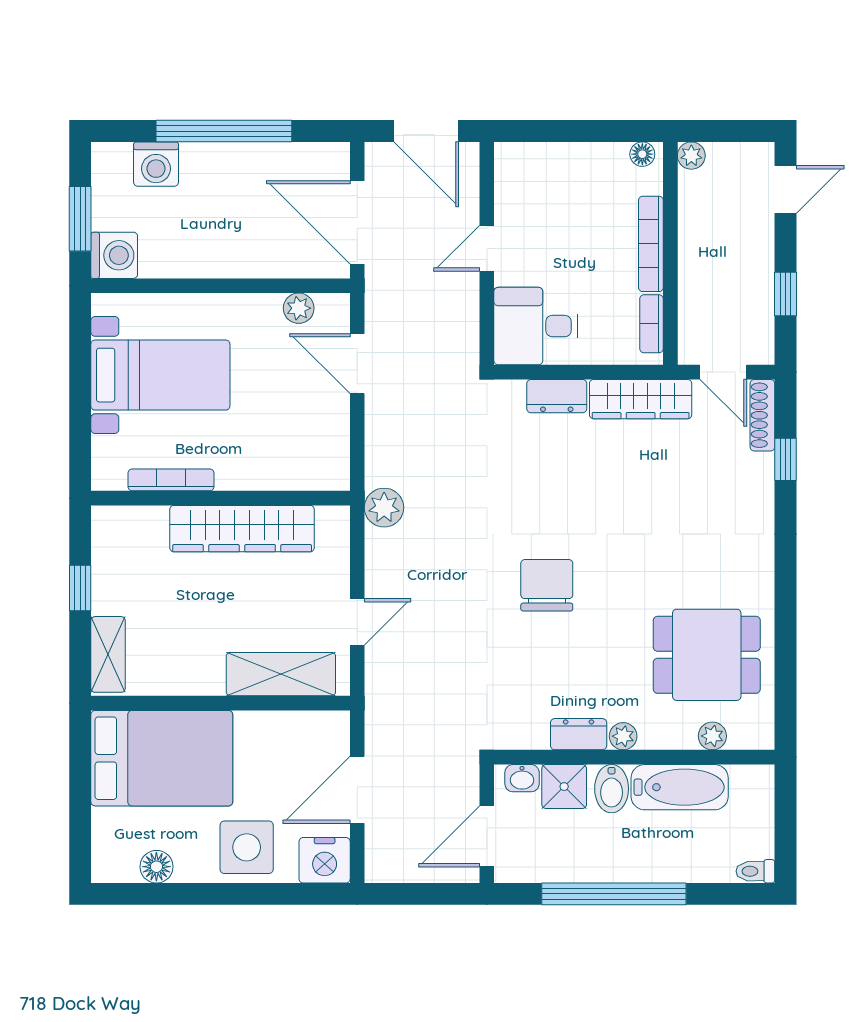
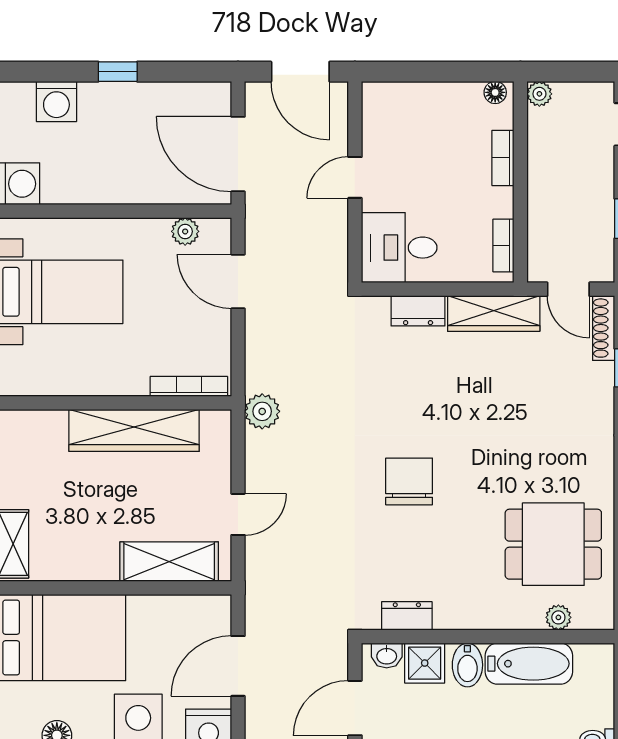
window: (224, 131) -> (118, 72), width x0.32
bookcase: (651, 244) -> (503, 158), width x0.64
bookcase: (171, 480) -> (189, 386), moved
dresser: (579, 734) -> (407, 616), moved
plant: (623, 736) -> (478, 618), removed

